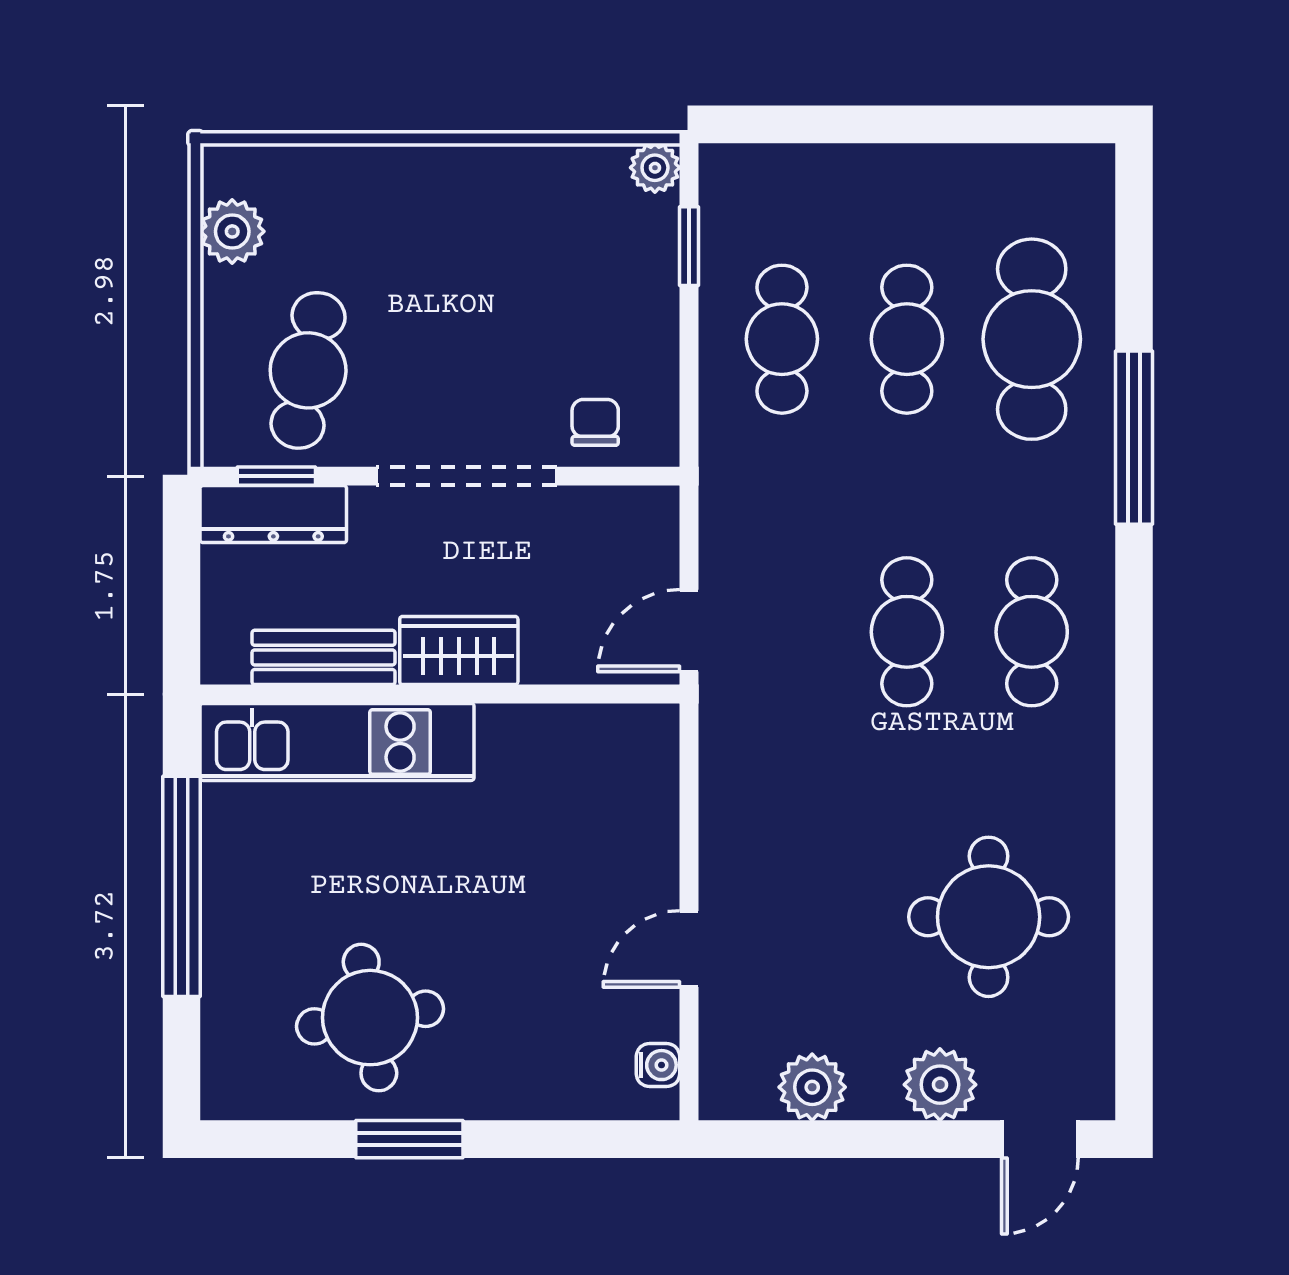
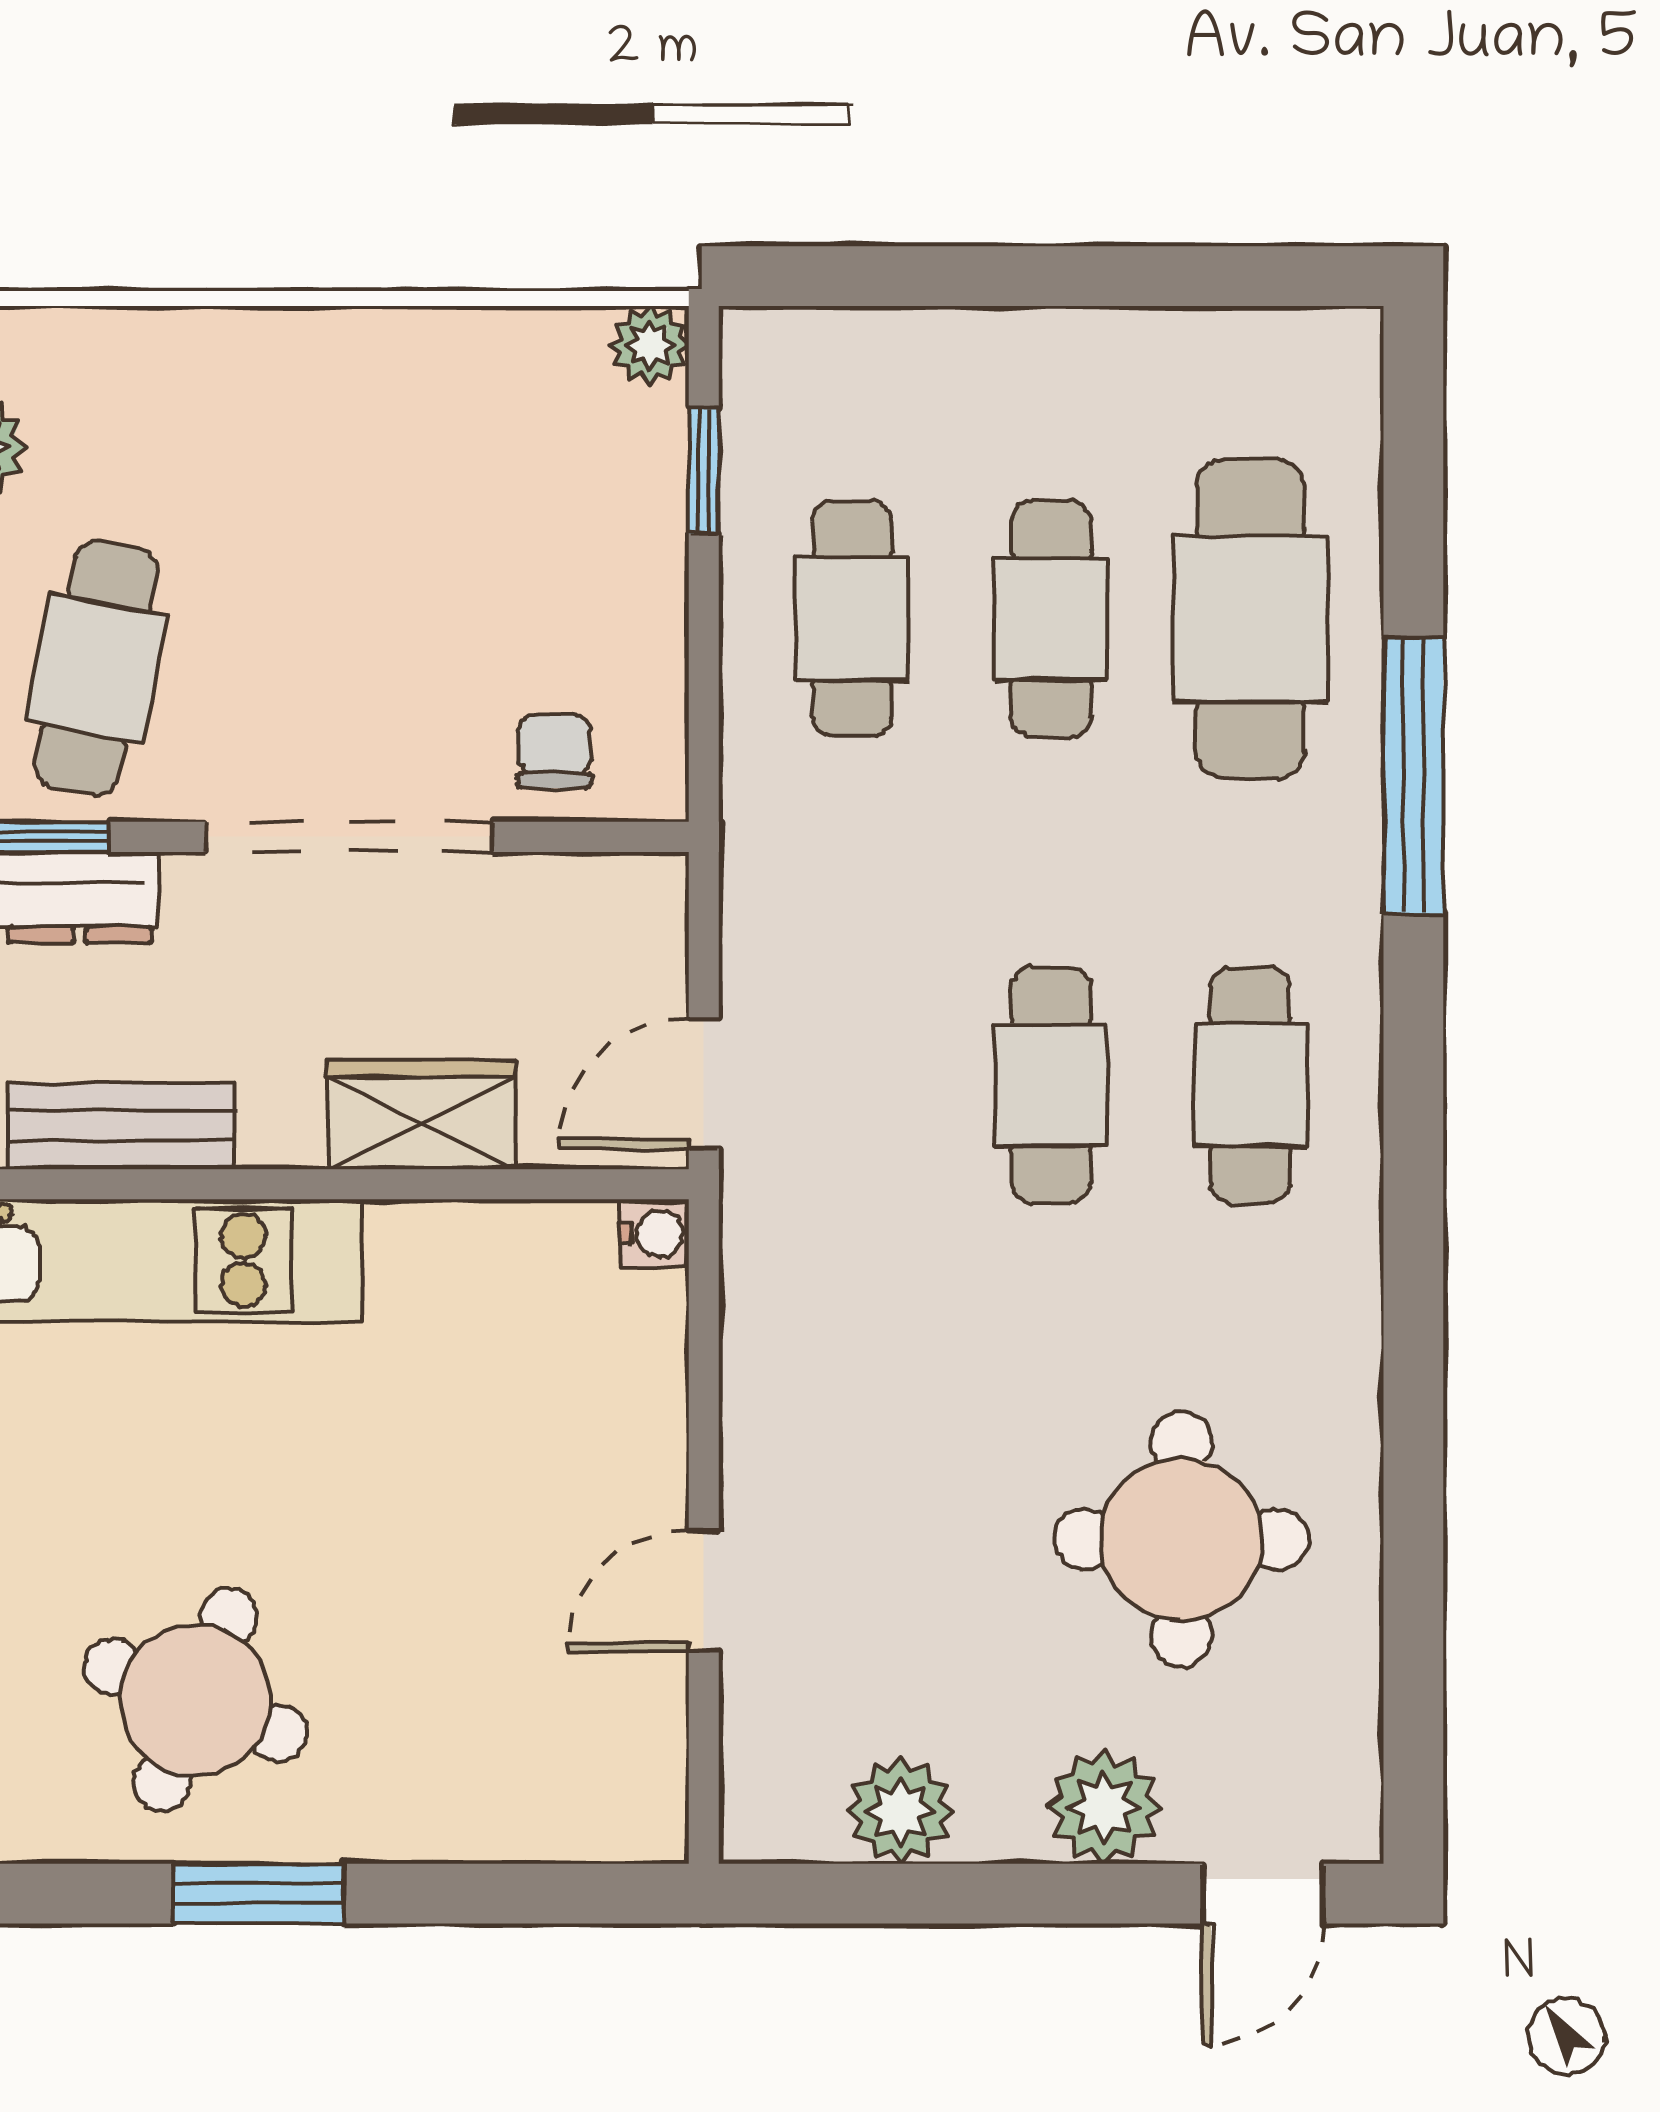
wardrobe: (459, 650) -> (421, 1115), moved
round table: (370, 1018) -> (195, 1700), turned 31
water cooler: (658, 1065) -> (655, 1233), moved

